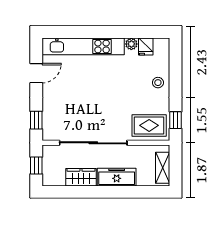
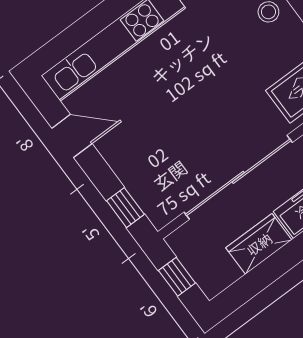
door: (36, 73) -> (72, 136), hinge flipped

